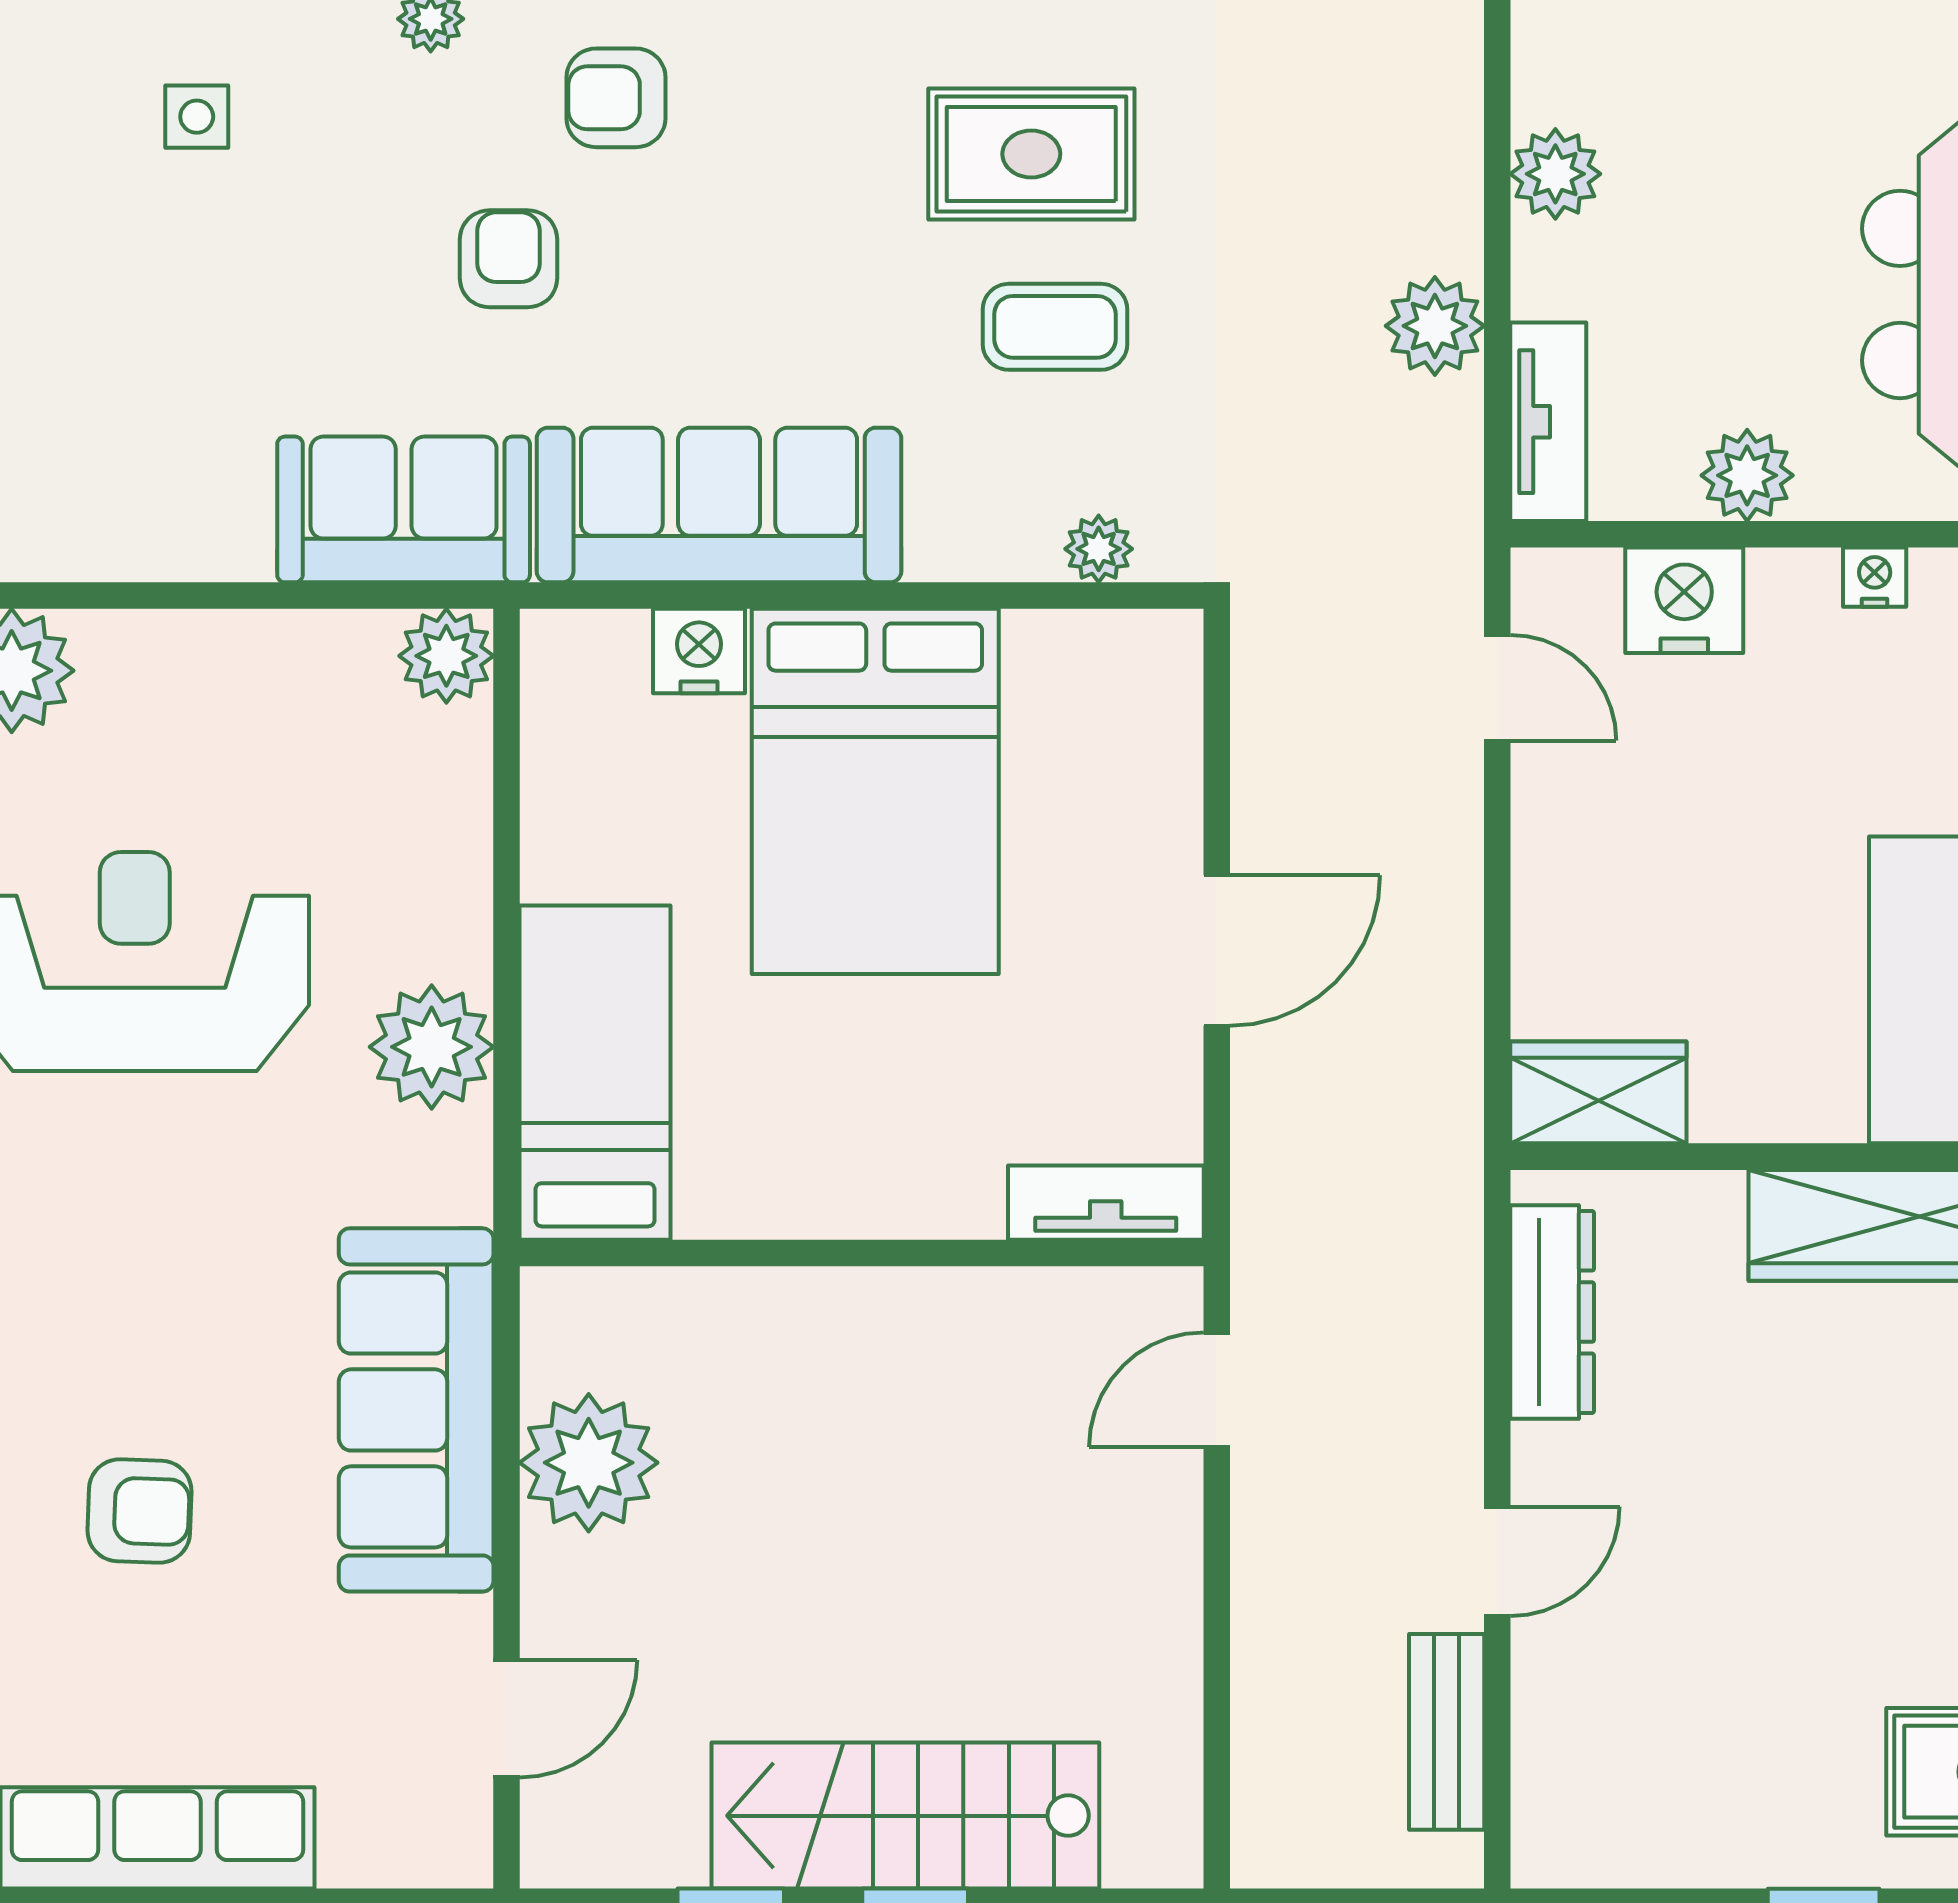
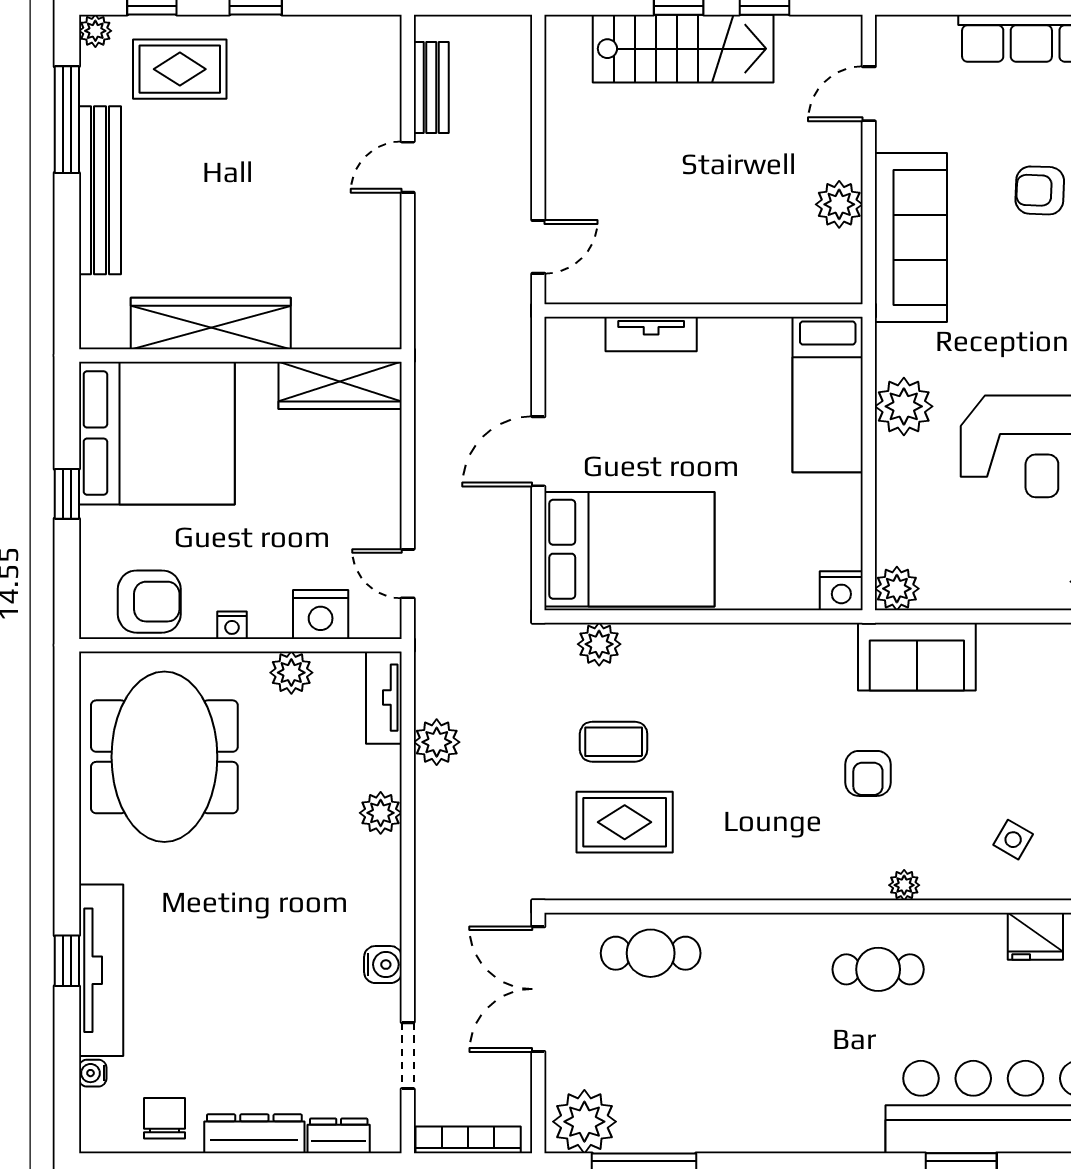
armchair: (616, 98) -> (818, 848), removed
side table: (197, 117) -> (1013, 840), turned 30
sofa: (719, 505) -> (770, 659), removed
plant: (1099, 549) -> (599, 644), width x1.38, depth x1.38
nightstand: (699, 651) -> (841, 591), moved
bed: (875, 791) -> (629, 549), moved, turned 90
wardrobe: (1598, 1092) -> (340, 385), width x1.50
tv unit: (1106, 1203) -> (651, 334), moved
dresser: (1552, 1312) -> (382, 283), removed
plant: (589, 1463) -> (839, 204), width x0.73, depth x0.73

